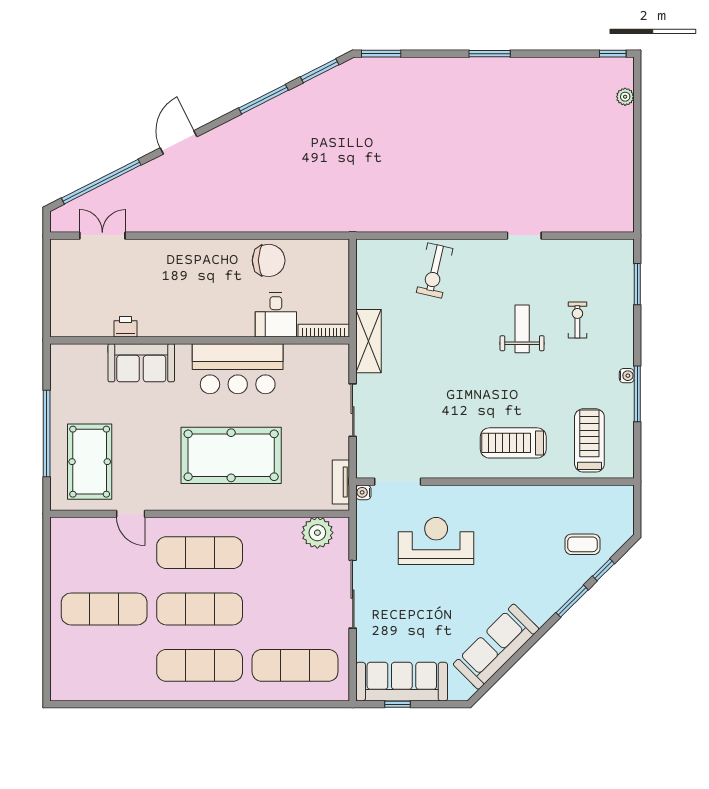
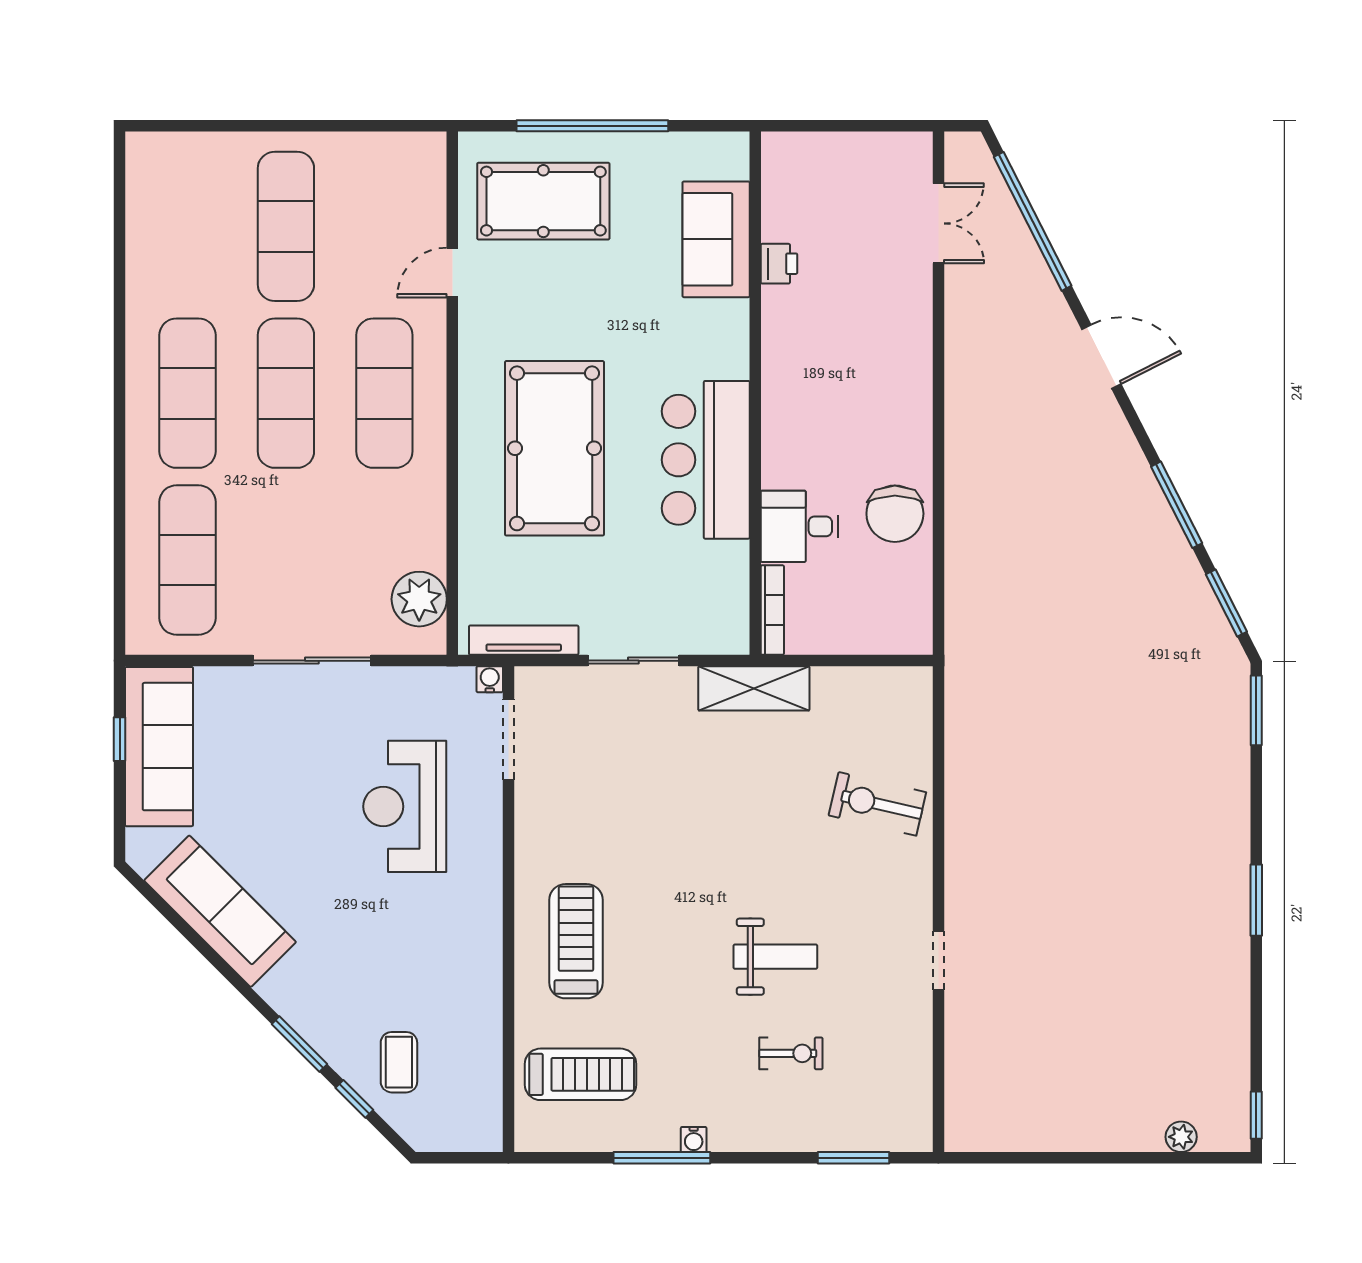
sofa: (141, 363) -> (716, 239), moved
tv unit: (341, 482) -> (524, 640), width x1.41
reception desk: (436, 541) -> (405, 806), turned 180

